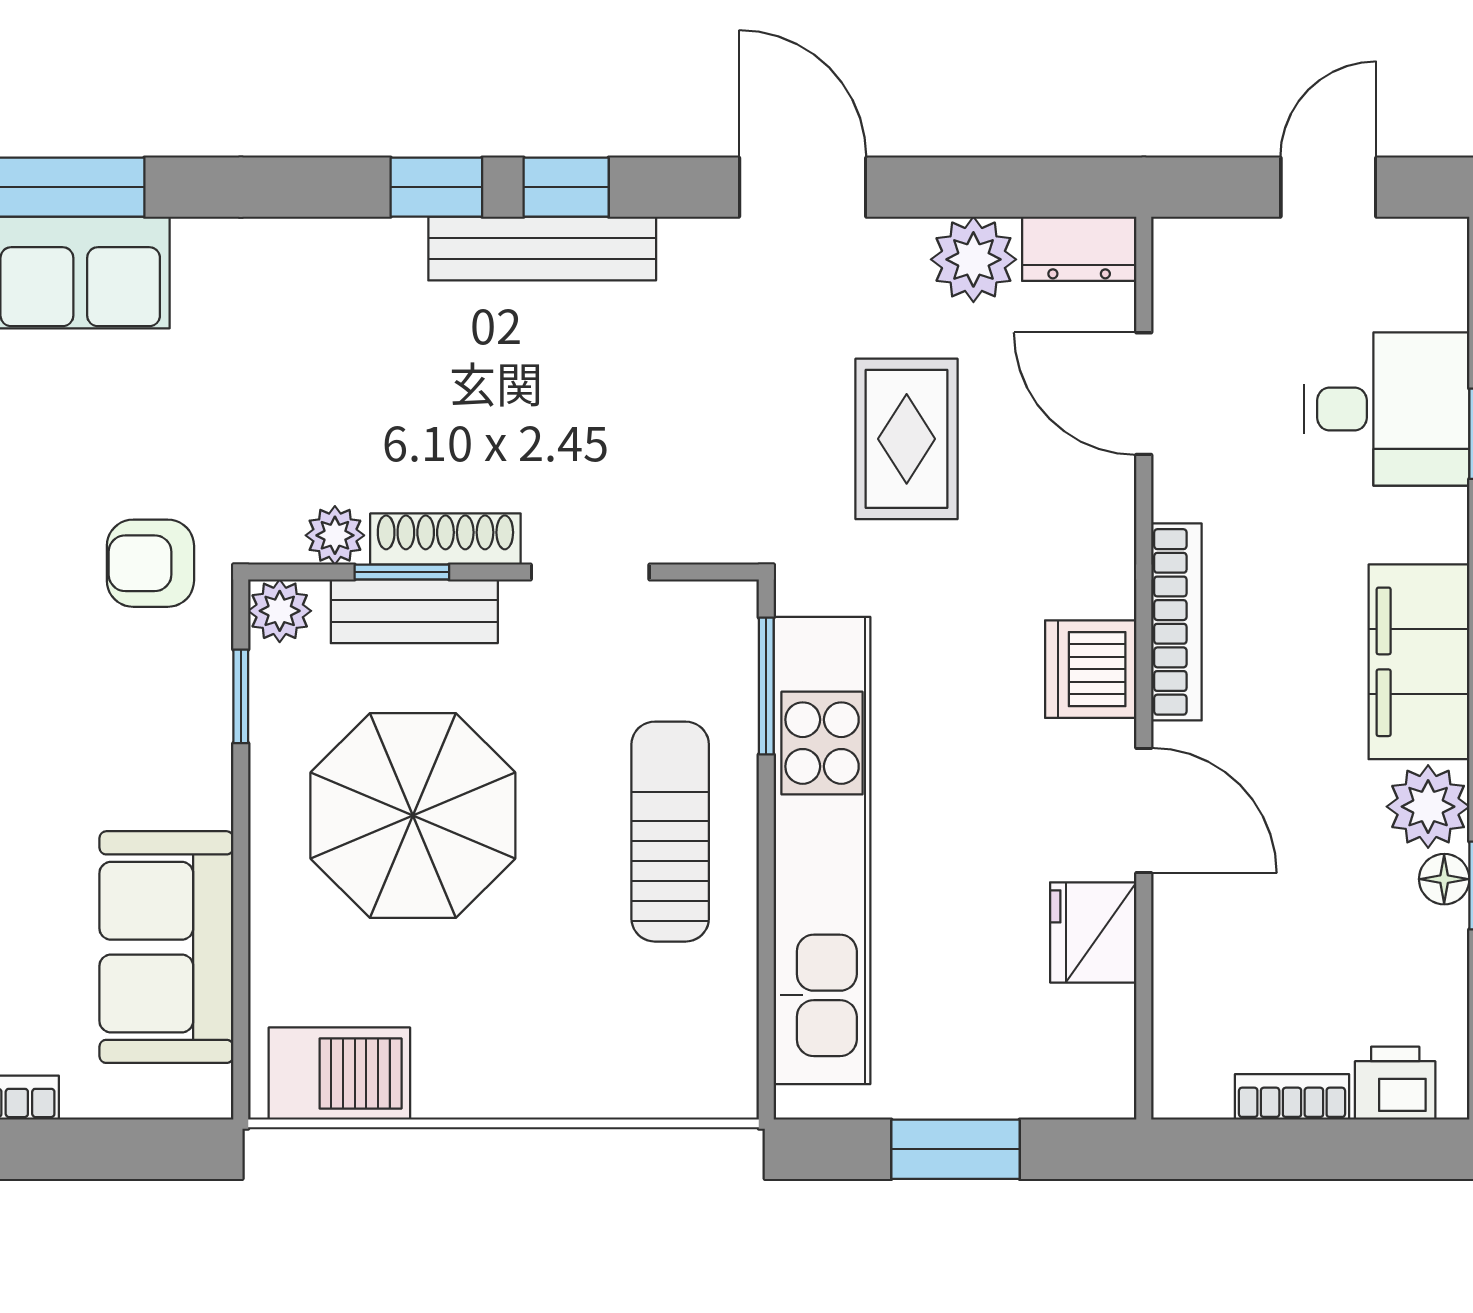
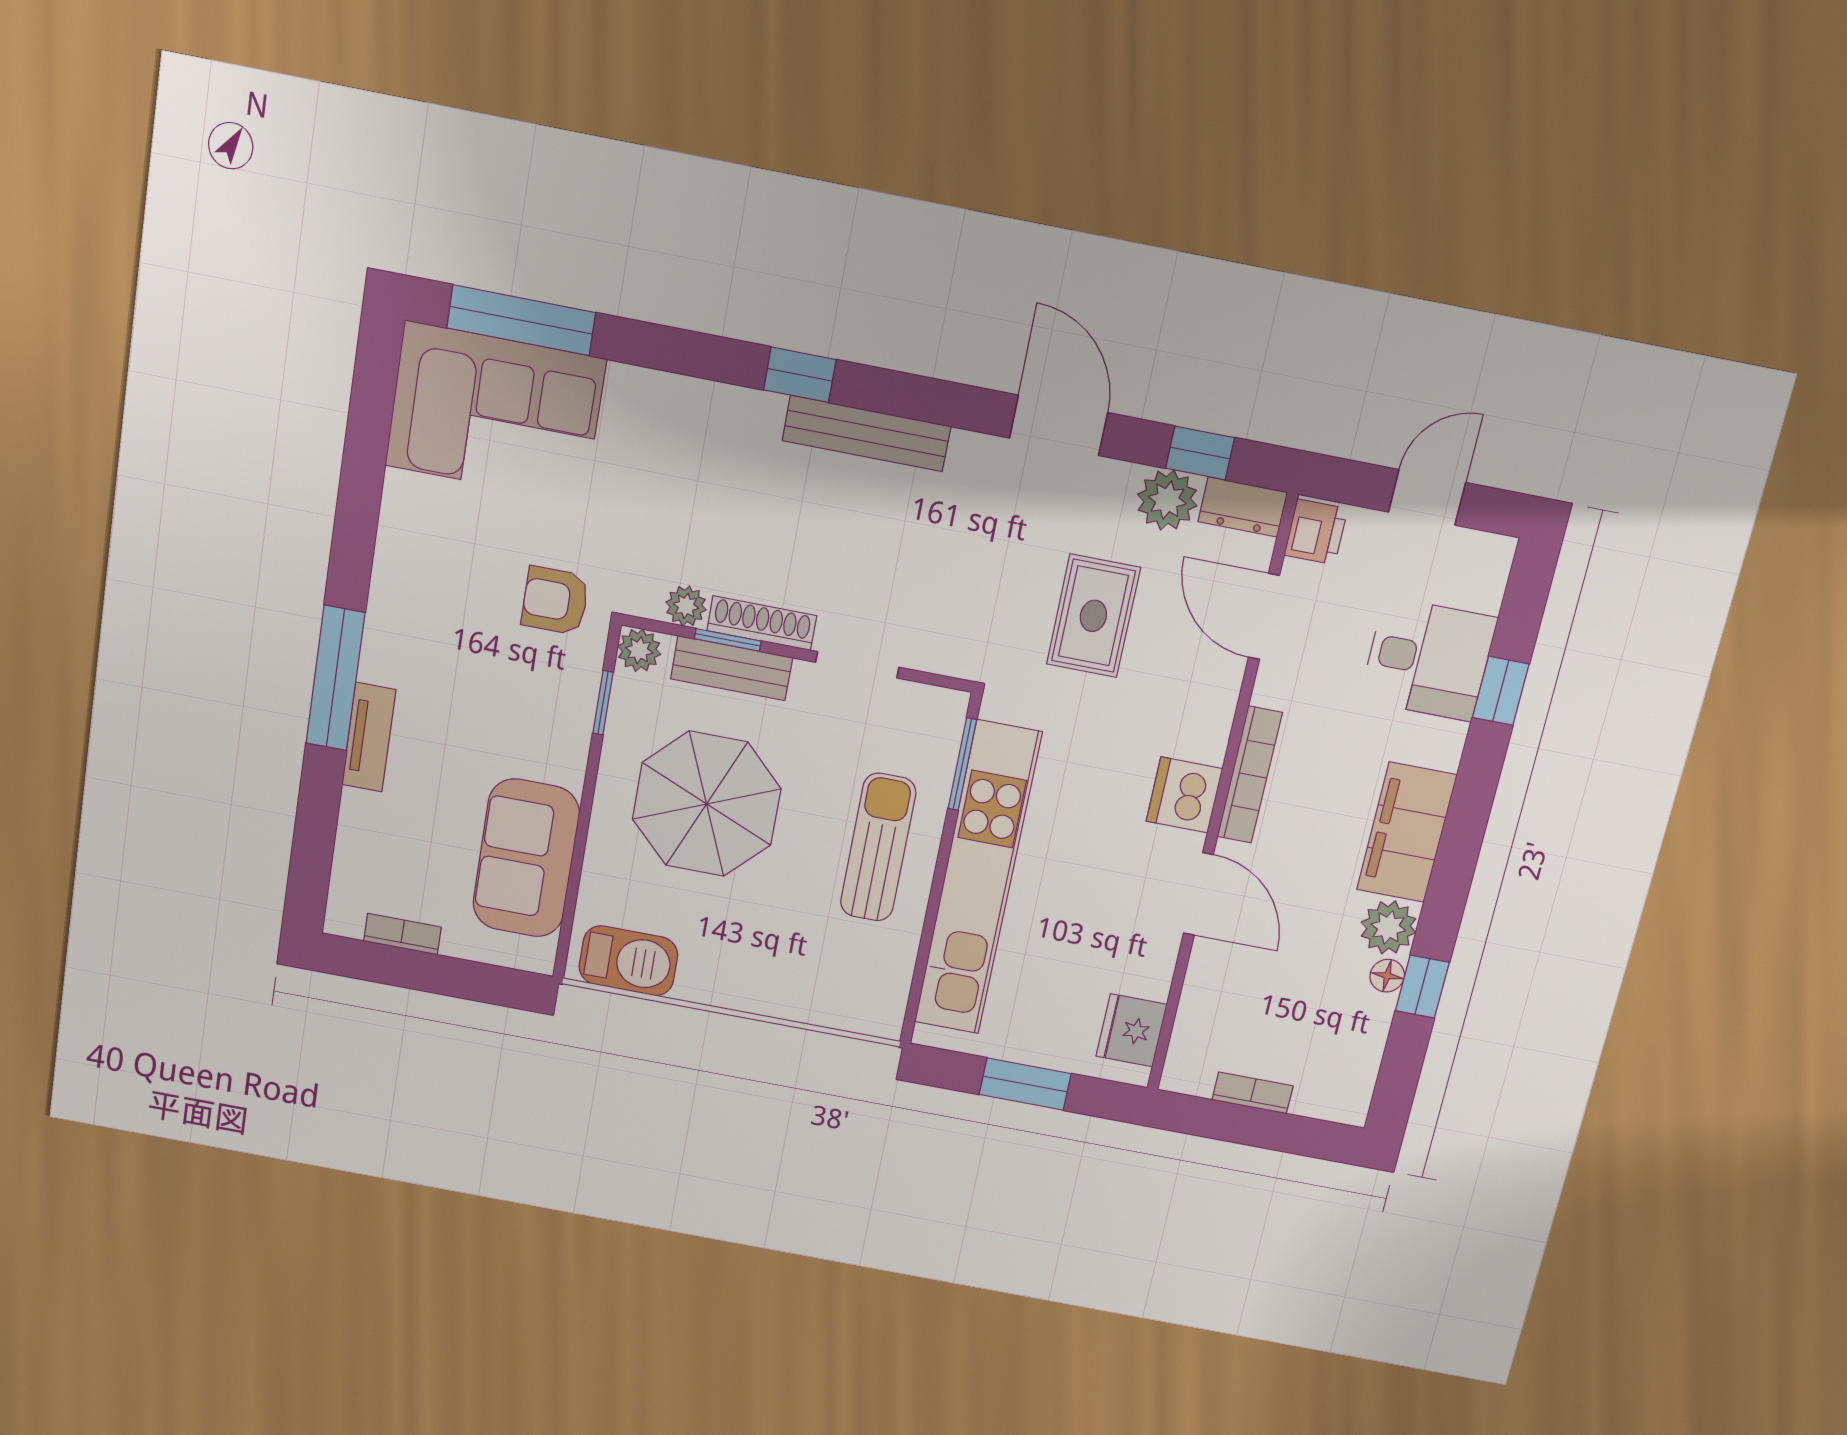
window: (566, 187) -> (1200, 453), moved
fridge: (1093, 932) -> (1132, 1030), moved
printer: (1395, 1083) -> (1316, 532), moved, turned 90

